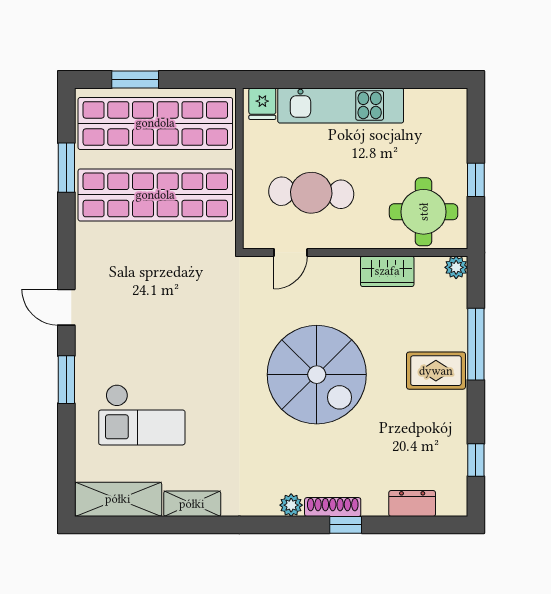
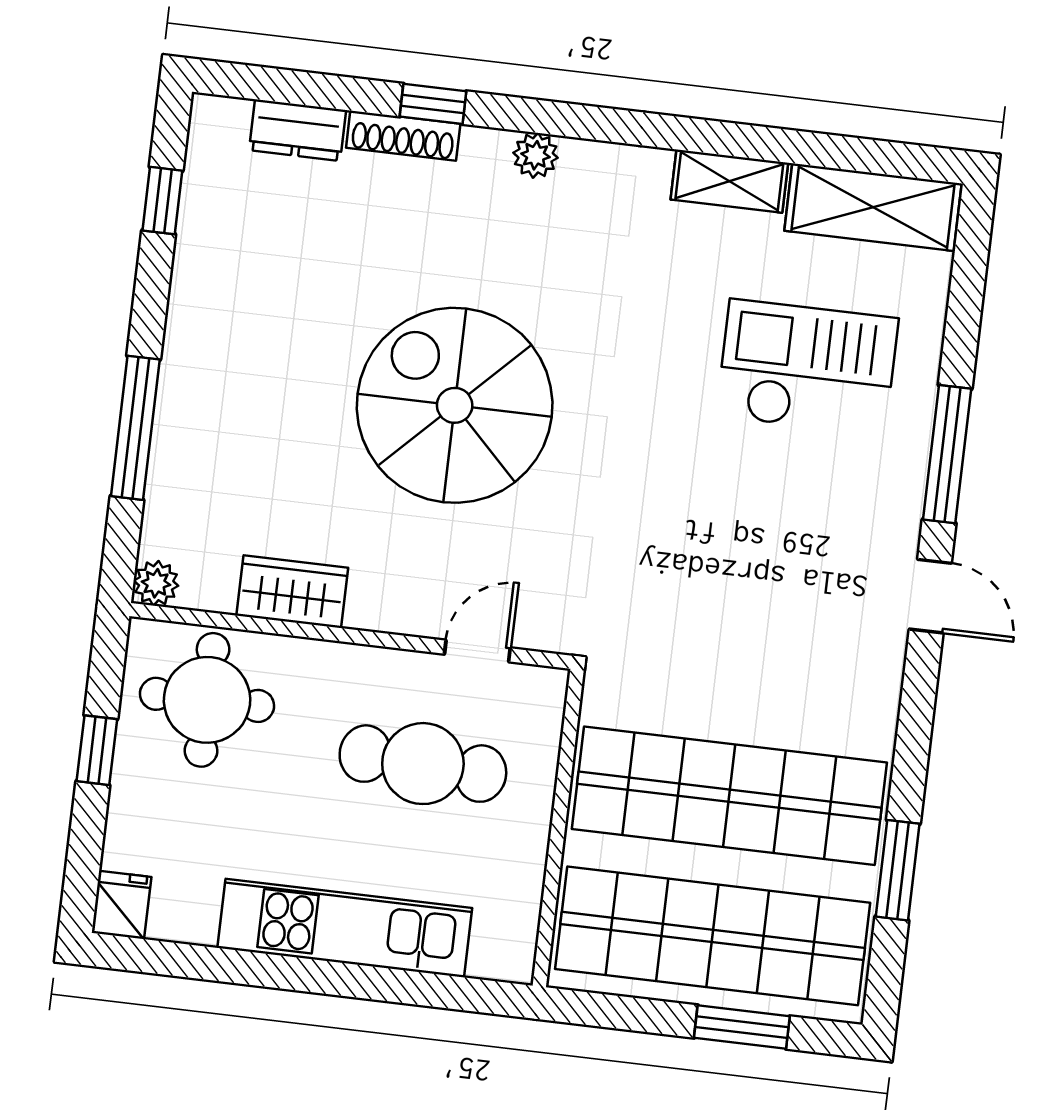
fridge: (262, 104) -> (121, 905), moved
rug: (436, 371) -> (220, 385), removed
window: (66, 380) -> (947, 454), width x1.44
shoe rack: (333, 507) -> (403, 136), moved

